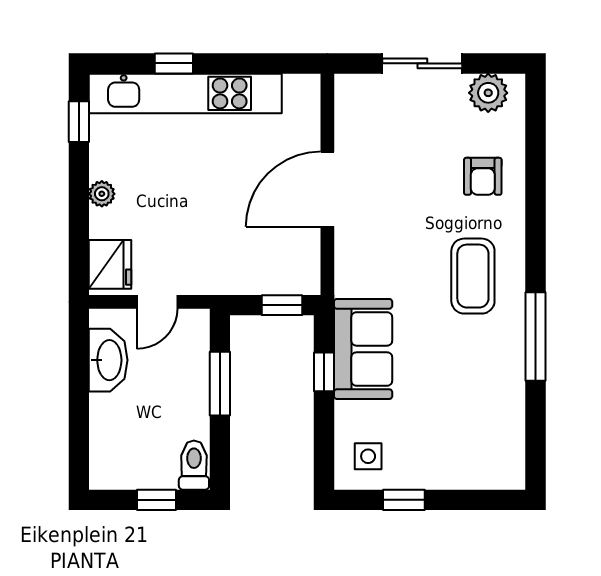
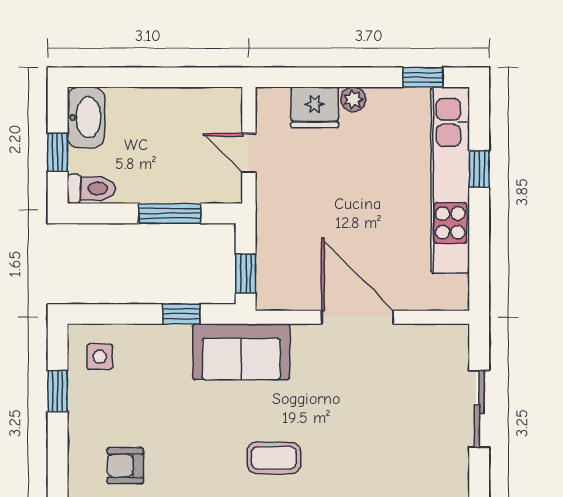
plant: (488, 93) -> (451, 473), removed
armchair: (483, 176) -> (125, 466), moved
fridge: (110, 264) -> (315, 107), moved
coffee table: (473, 276) -> (274, 458), width x0.73, depth x0.77
sofa: (363, 349) -> (241, 352), moved
washbasin: (108, 360) -> (86, 117), moved, turned -90

